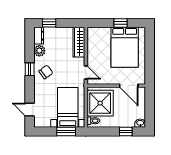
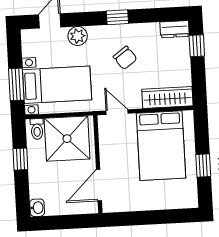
bed: (125, 47) -> (161, 146), moved, turned -90
plant: (39, 51) -> (78, 36), moved
chair: (46, 72) -> (125, 58), moved
door: (86, 73) -> (117, 112), swing flipped
window: (126, 132) -> (20, 159), moved

